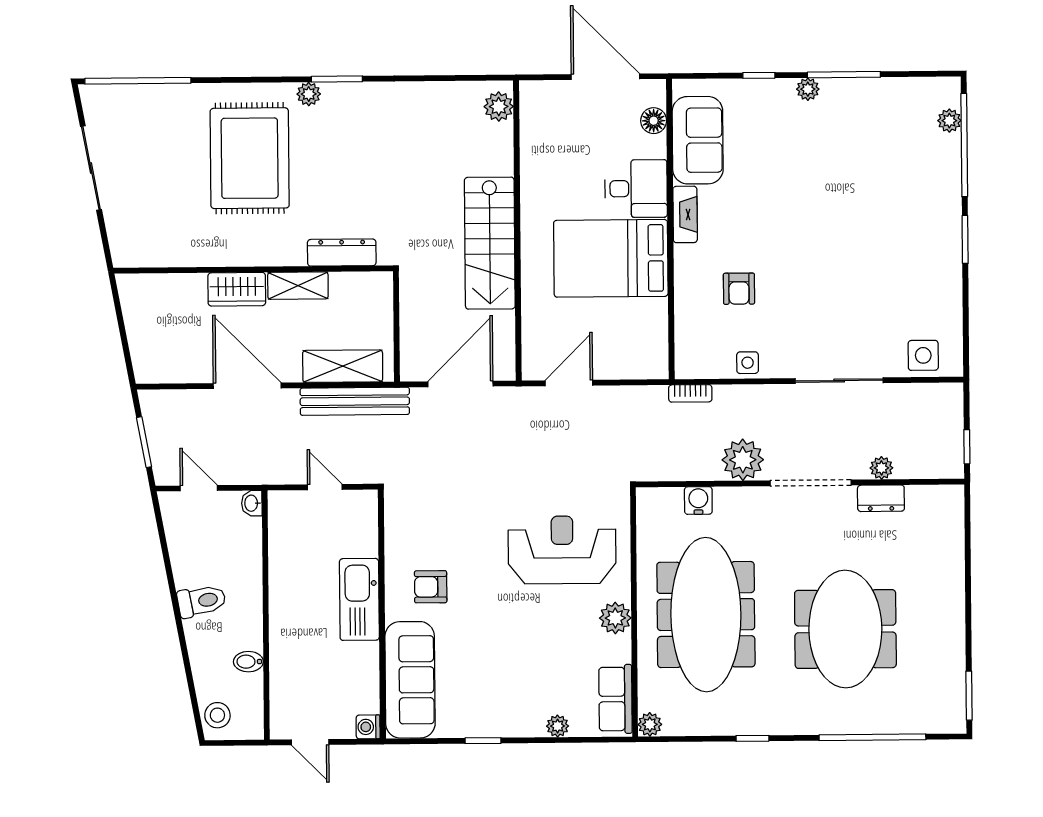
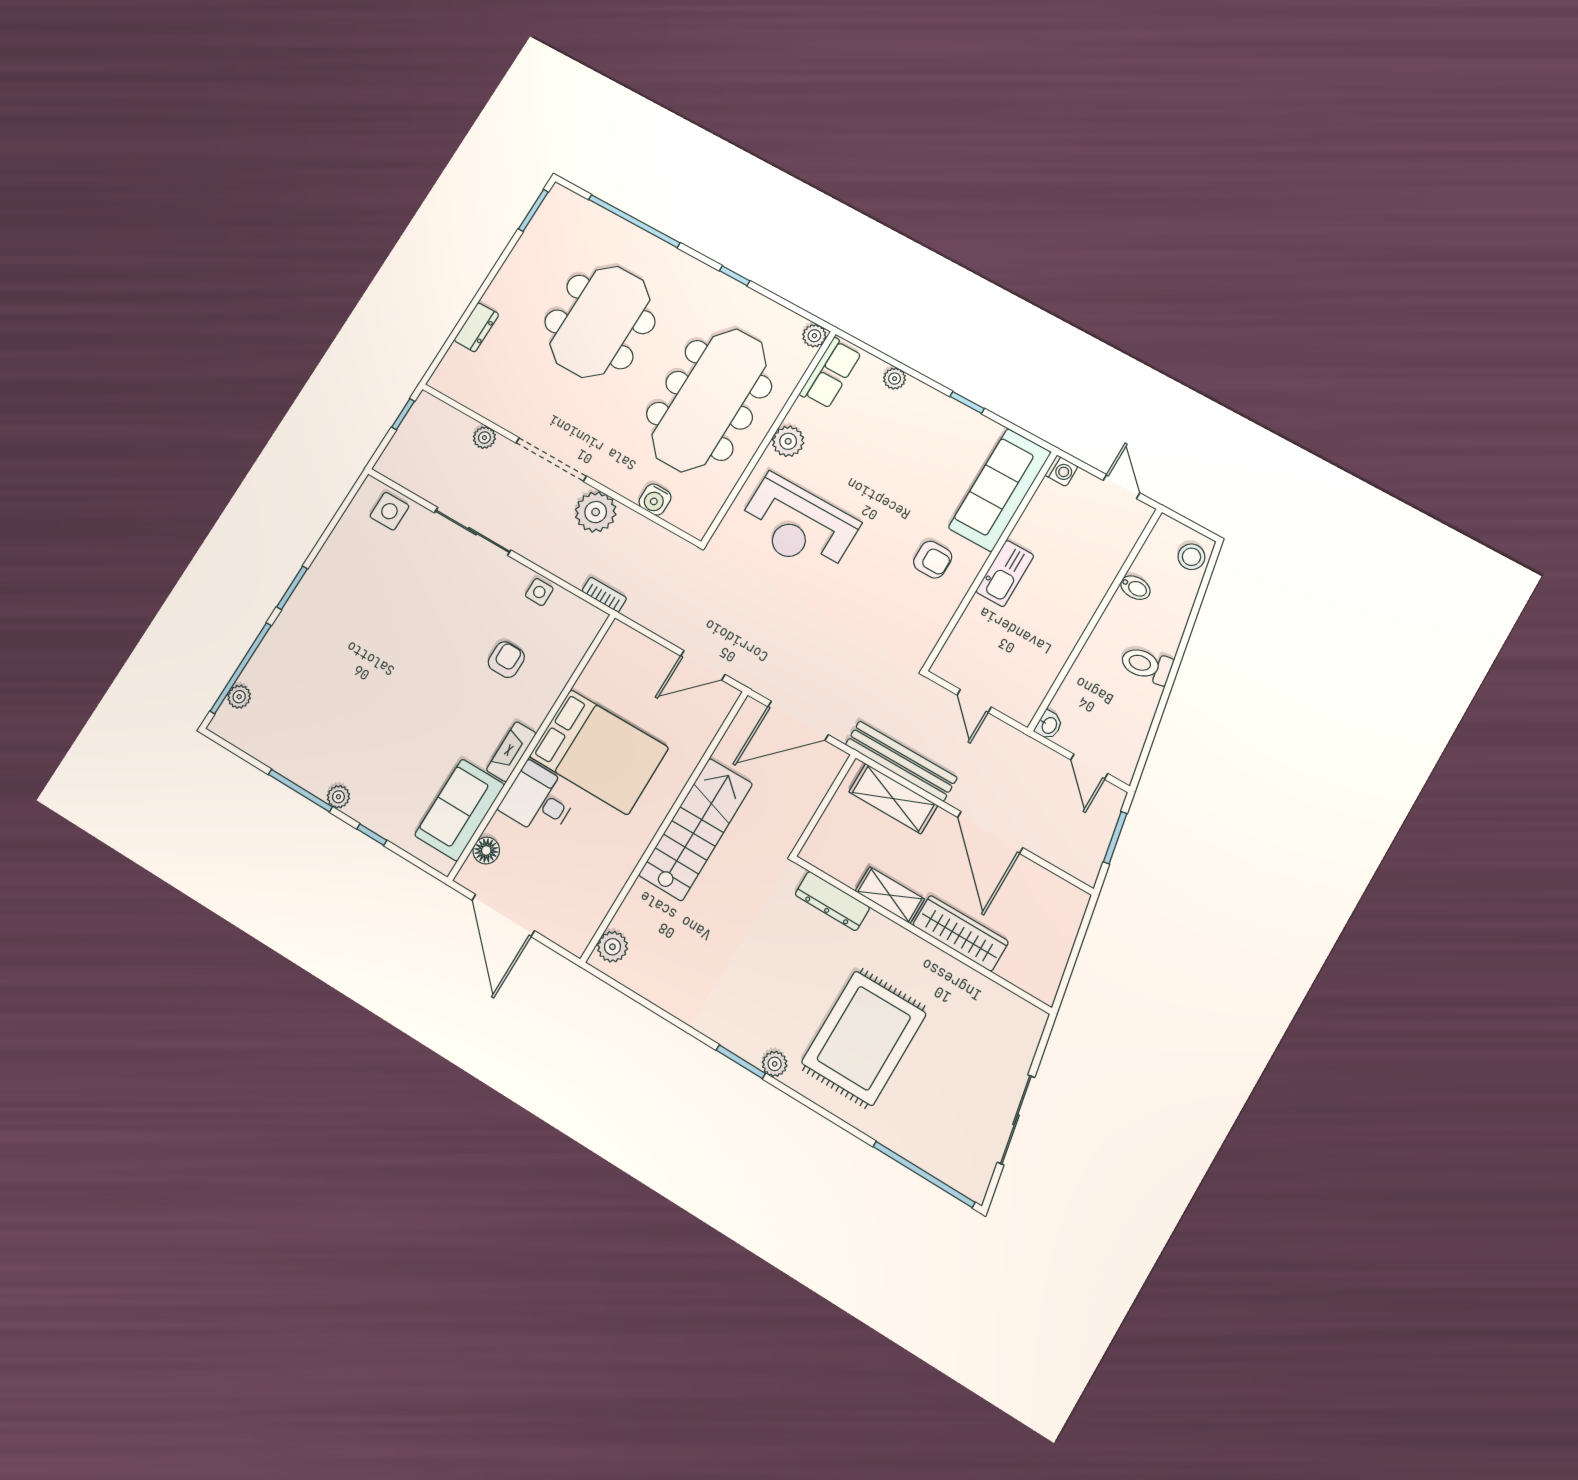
wardrobe: (237, 289) -> (961, 933), width x1.50
dresser: (881, 498) -> (476, 327), moved, turned 90
kitchen sink: (359, 599) -> (1005, 573), width x0.73, depth x0.81

